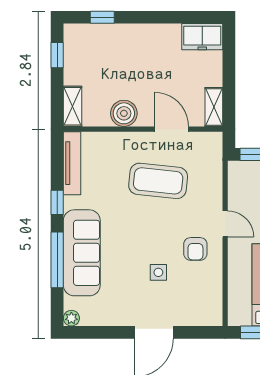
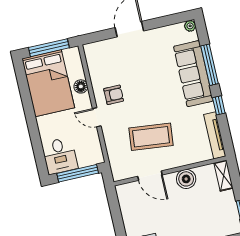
shelving: (214, 107) -> (124, 198), removed
armchair: (195, 249) -> (114, 95), turned 90
floor lamp: (237, 270) -> (81, 86), added
side table: (158, 272) -> (136, 72), removed

